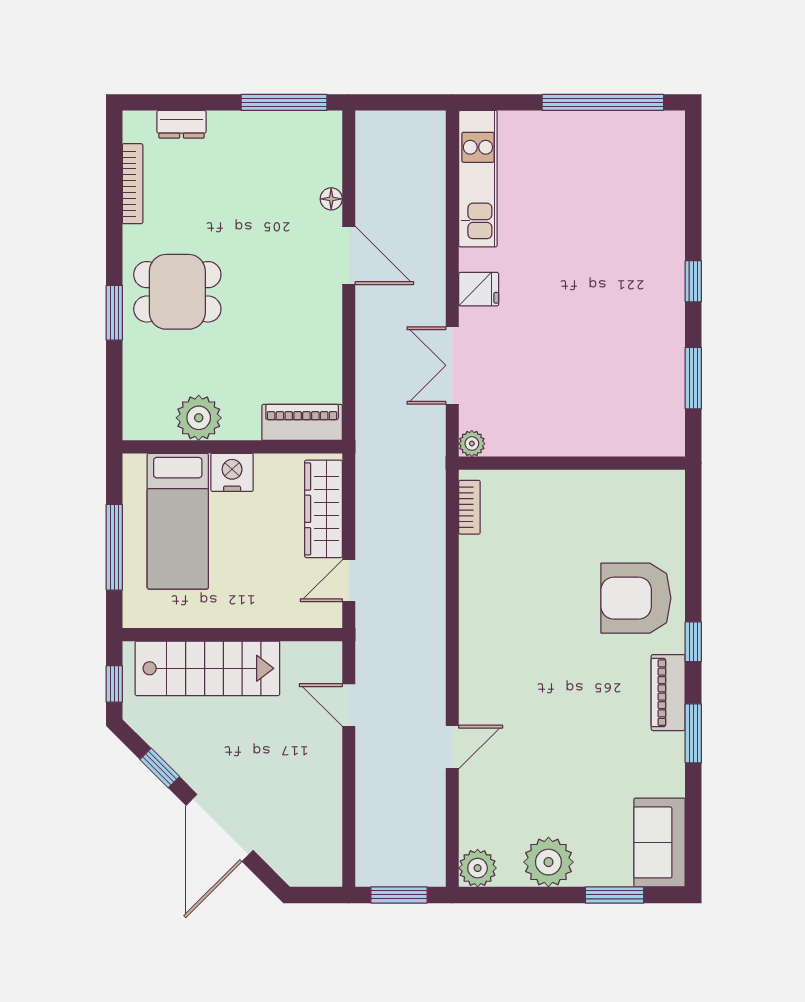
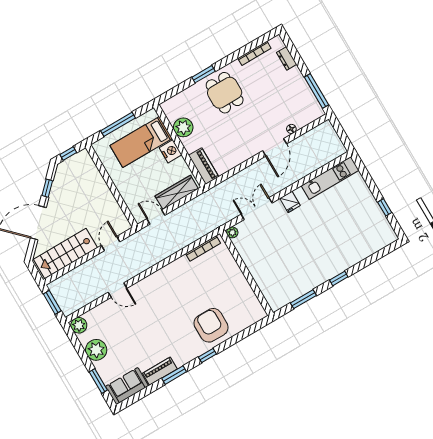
window: (603, 102) -> (385, 207), width x0.32
bookcase: (469, 507) -> (203, 248), width x1.56
stairs: (207, 668) -> (65, 254), moved, turned 90
piano: (668, 693) -> (160, 371), moved

